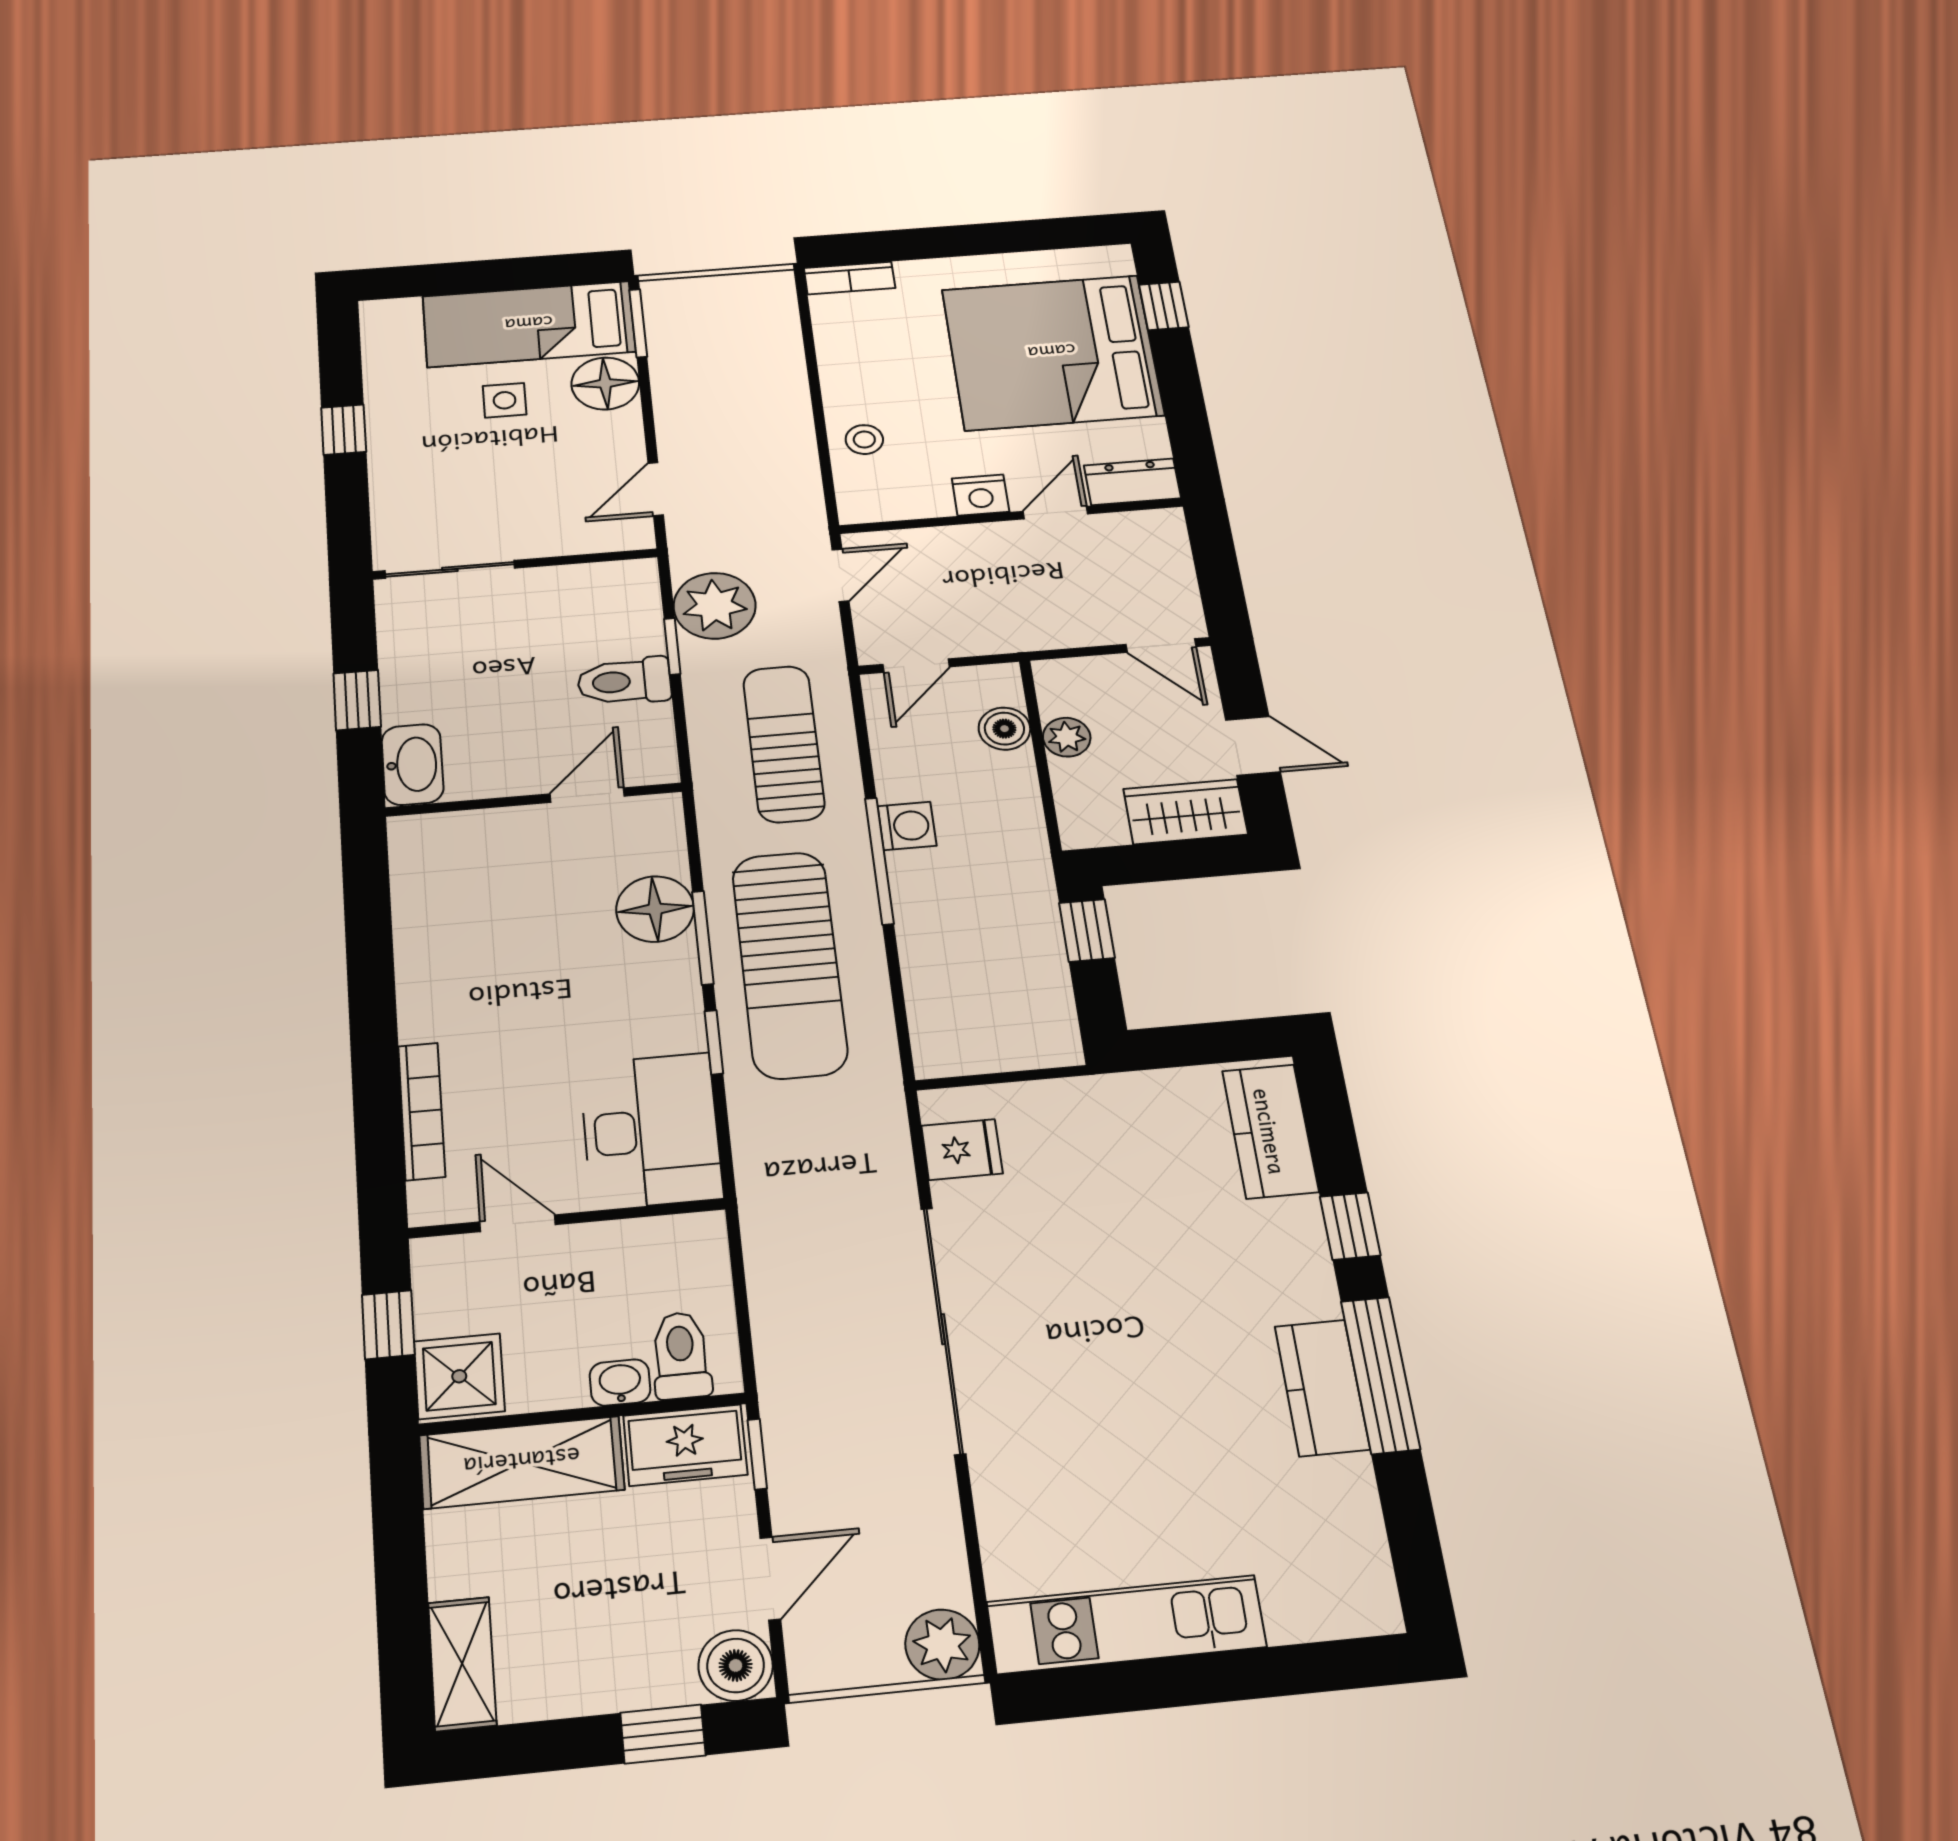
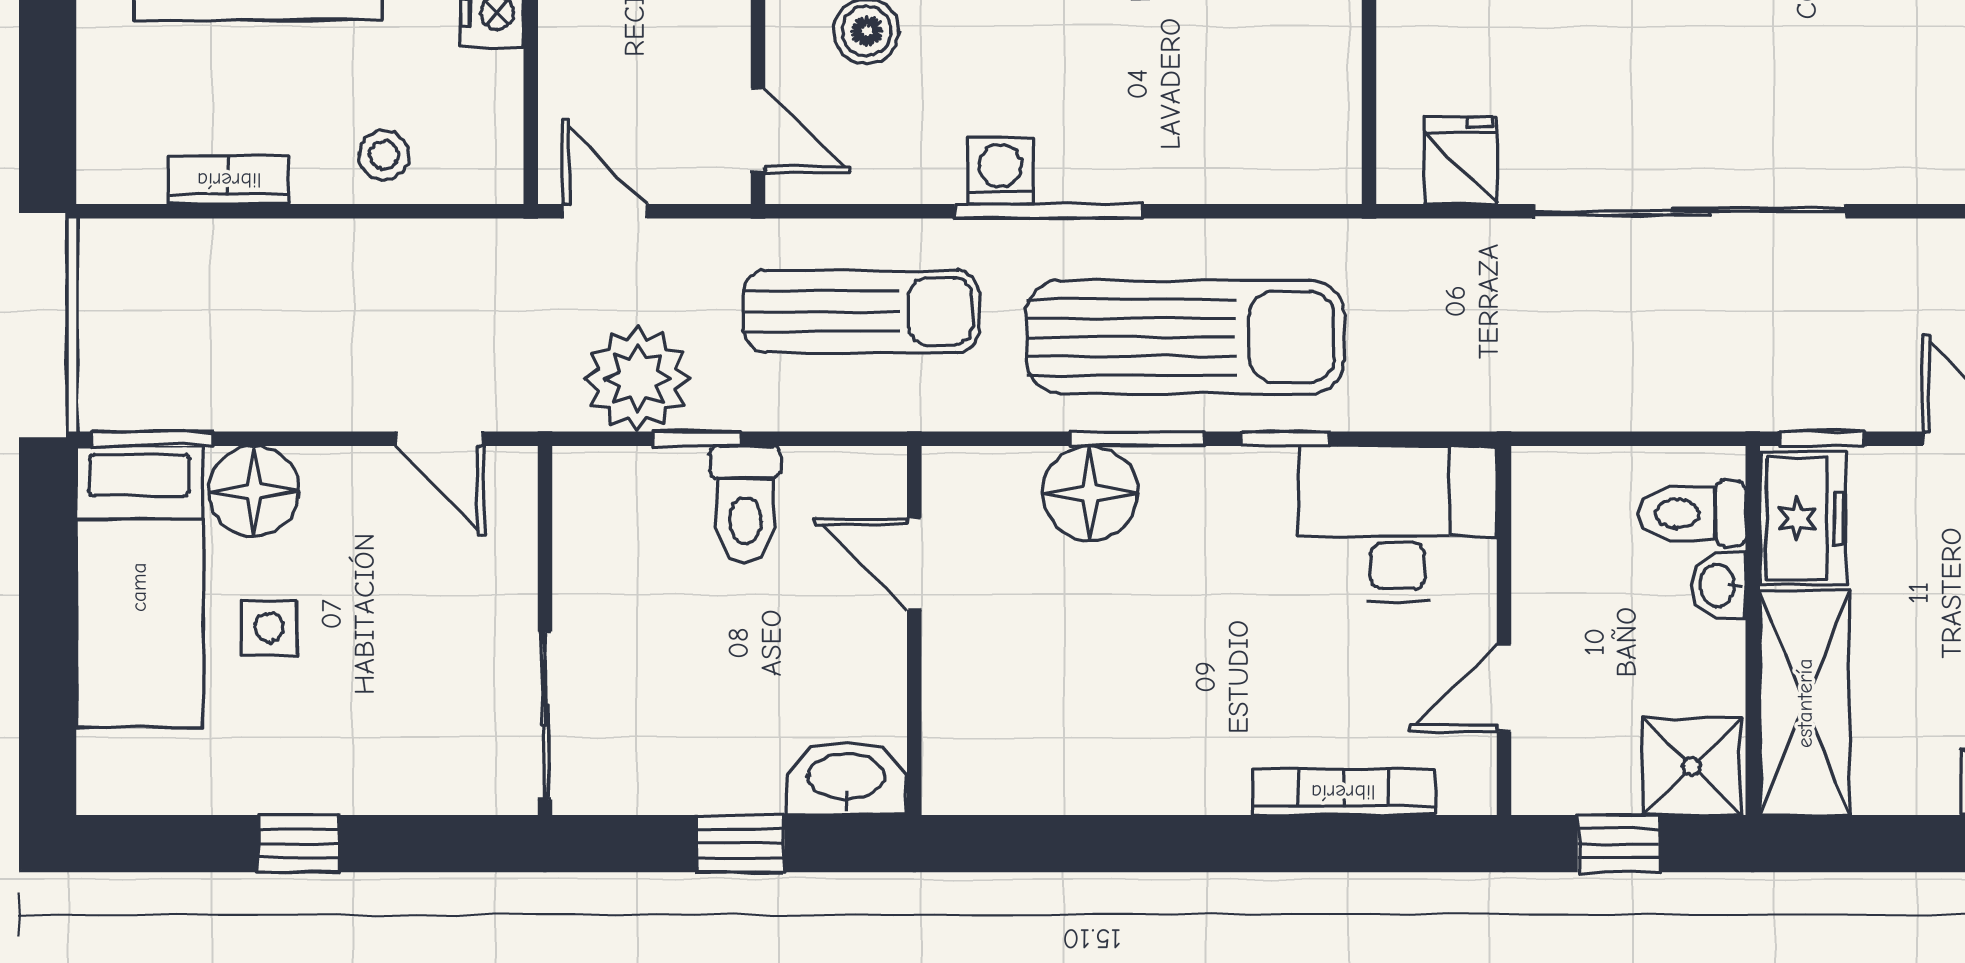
bookcase: (849, 278) -> (229, 180), moved, turned -90
sun lounger: (784, 744) -> (861, 311), turned 180

